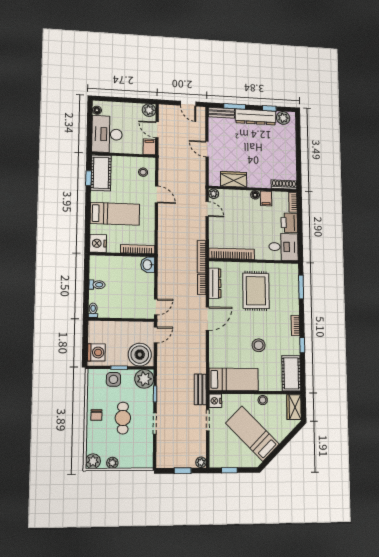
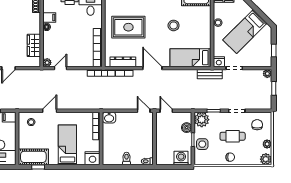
boiler: (140, 355) -> (187, 128), width x0.54, depth x0.54
bed: (234, 379) -> (190, 58), moved, turned -90
chair: (137, 450) -> (257, 125), added

